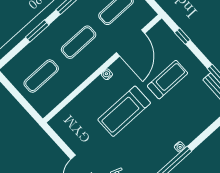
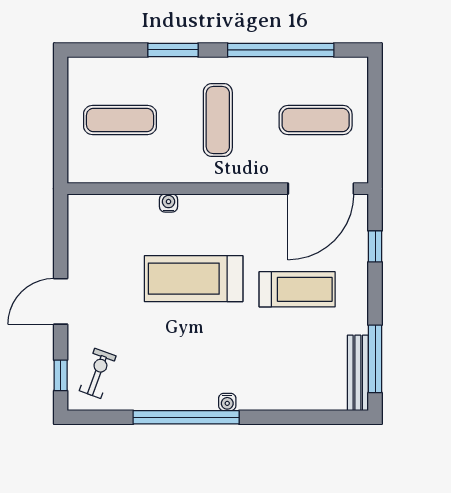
exercise mat: (79, 42) -> (218, 120), turned 90
door: (131, 43) -> (321, 189), moved
water cooler: (107, 74) -> (169, 203), moved

